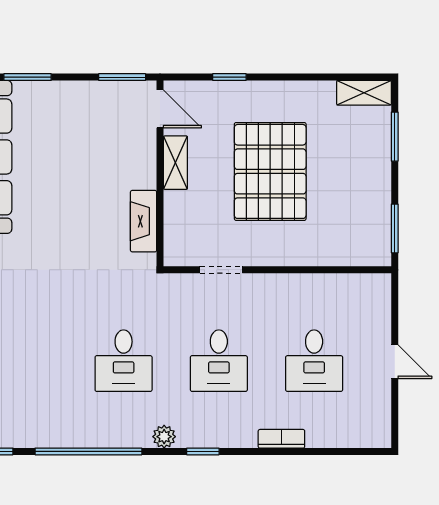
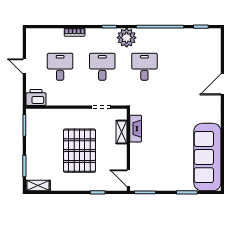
shelving: (175, 163) -> (121, 132), moved
printer: (368, 292) -> (36, 97), added
plant: (164, 437) -> (127, 38), width x1.88, depth x1.88

